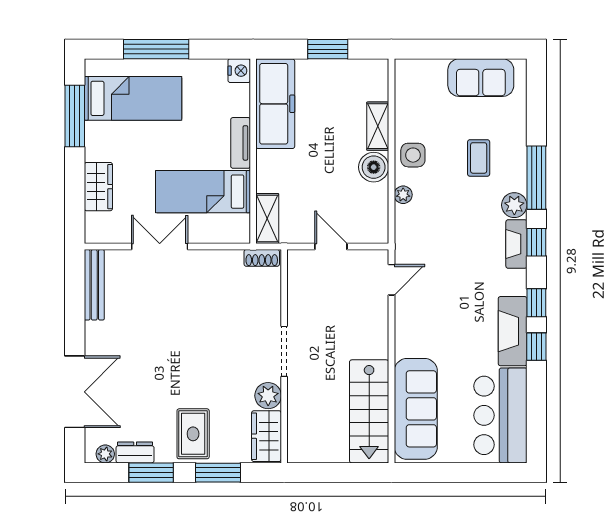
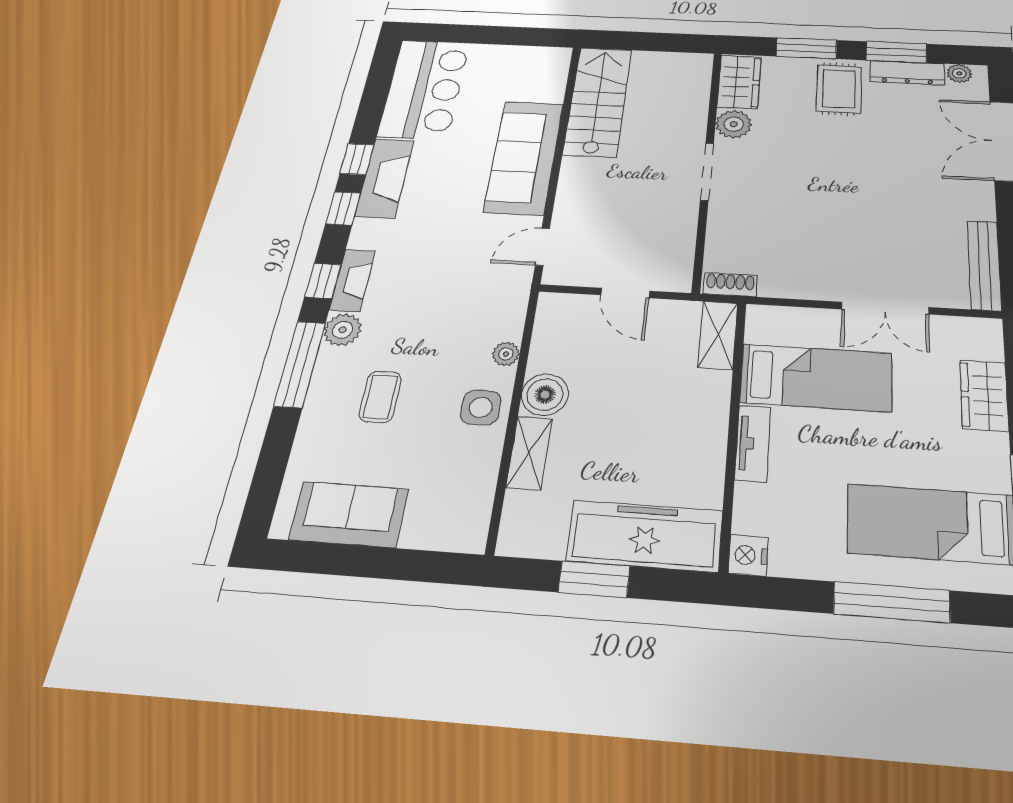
freezer: (275, 104) -> (645, 536), moved, turned 90
sofa: (416, 409) -> (524, 157), moved
dresser: (135, 452) -> (907, 73), width x1.44

